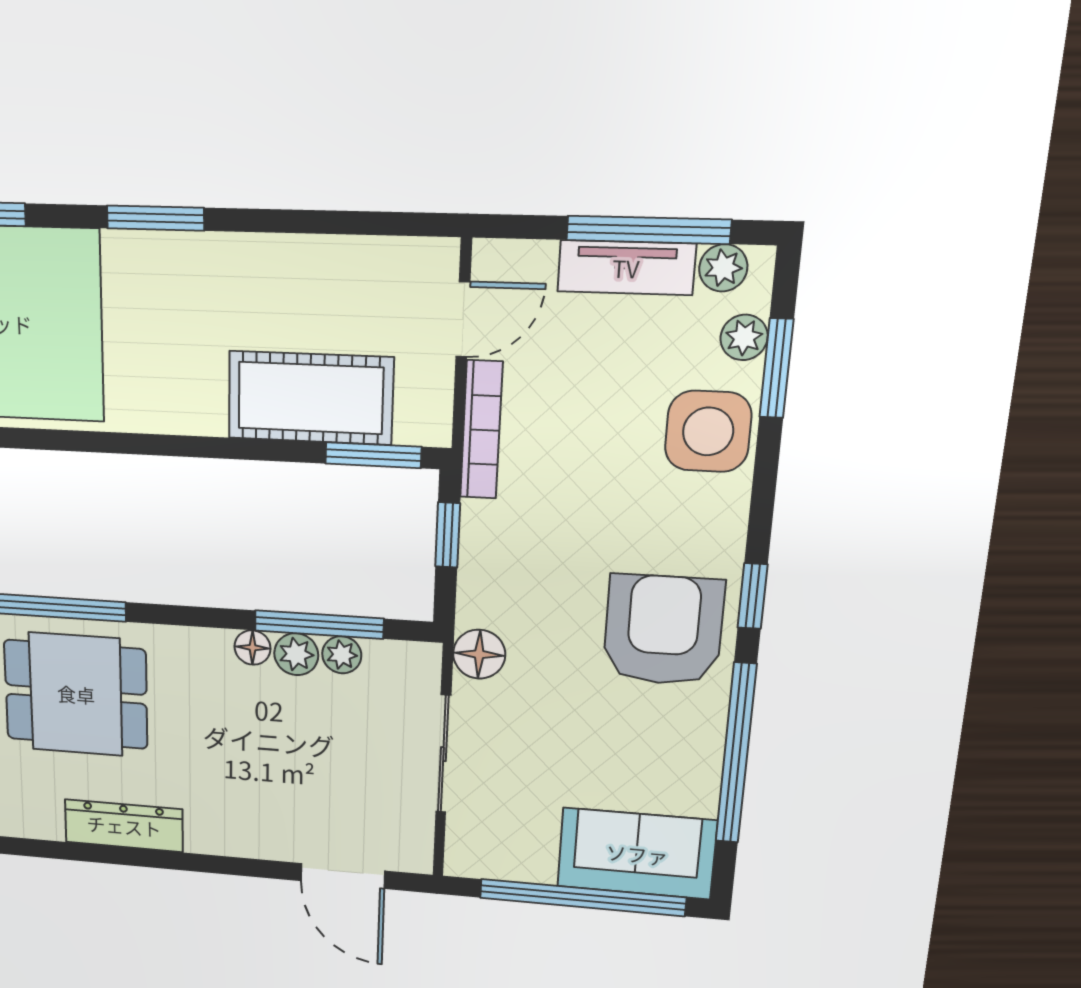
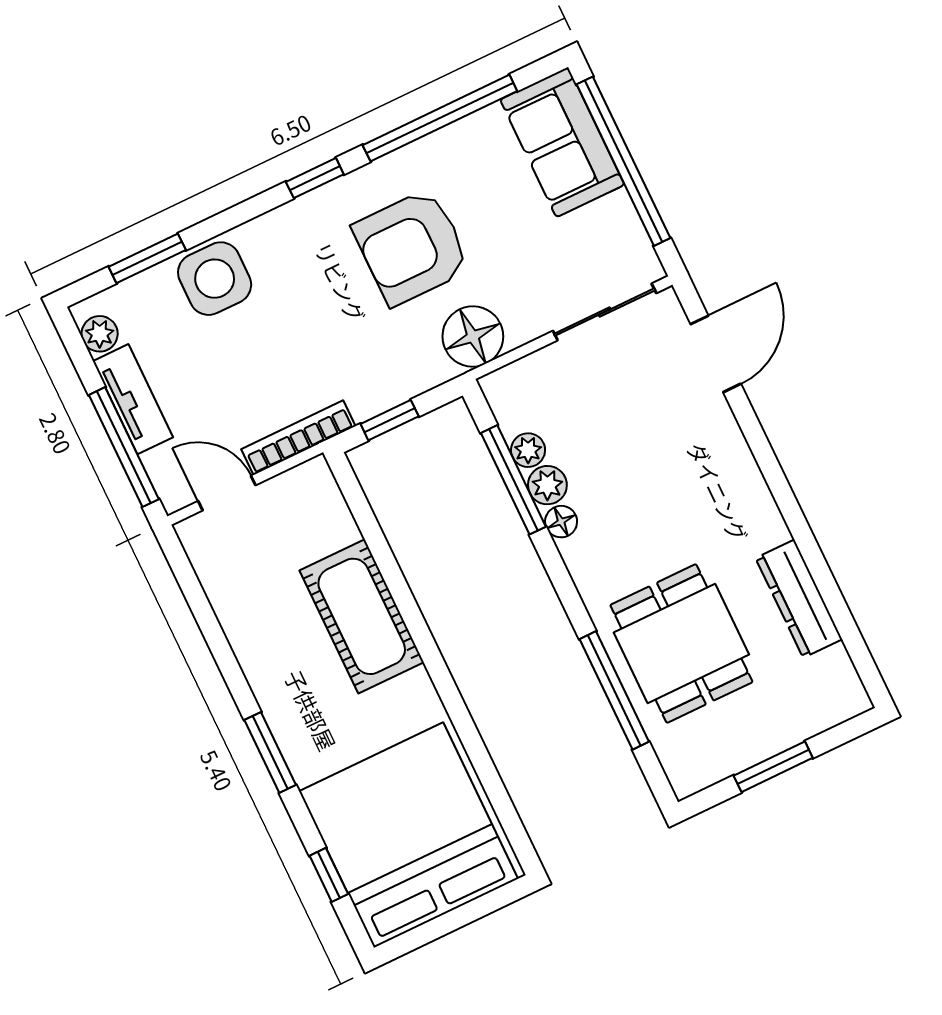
window: (648, 230) -> (124, 447), moved
plant: (744, 337) -> (138, 292), removed
cot: (310, 398) -> (362, 616), moved
window: (373, 455) -> (359, 506), removed
armchair: (663, 630) -> (412, 247), moved
floor lamp: (479, 654) -> (473, 337), width x1.38, depth x1.38
sliding door: (443, 754) -> (605, 312), moved
dresser: (124, 826) -> (799, 599), moved

